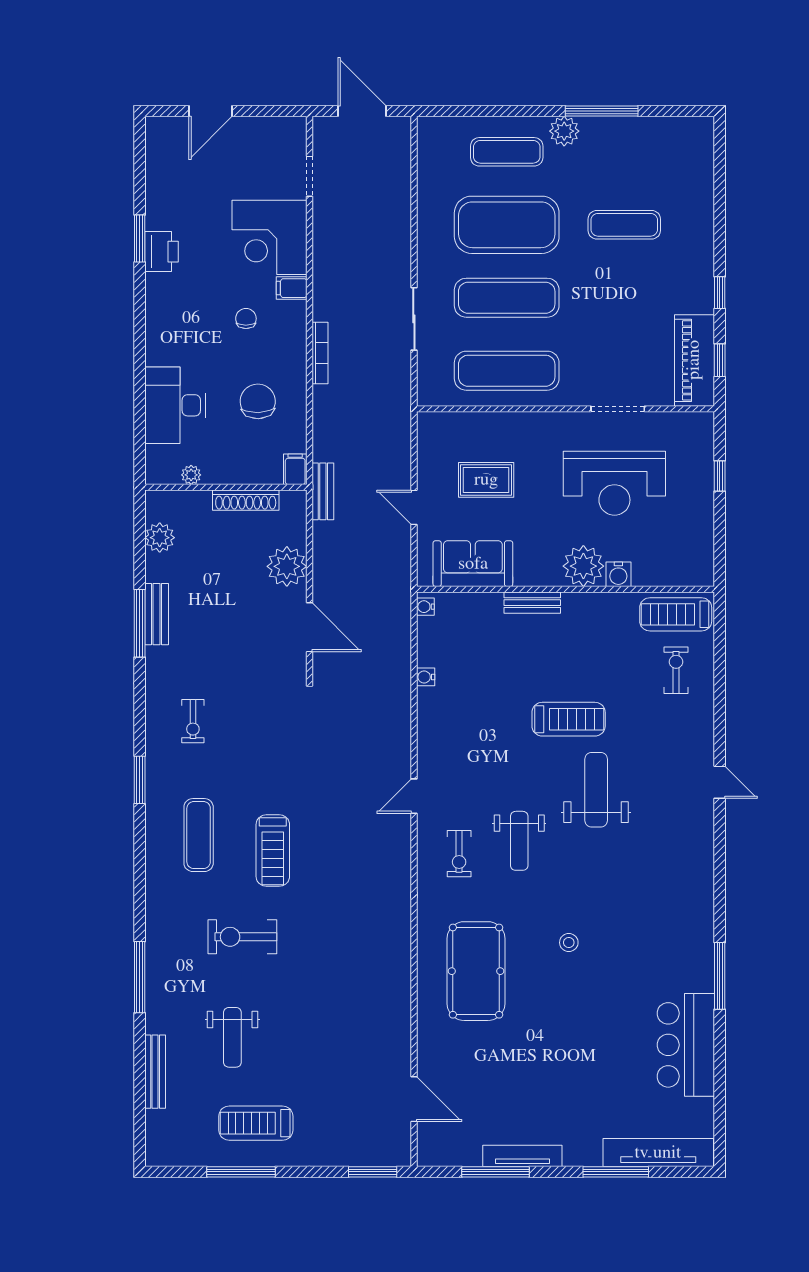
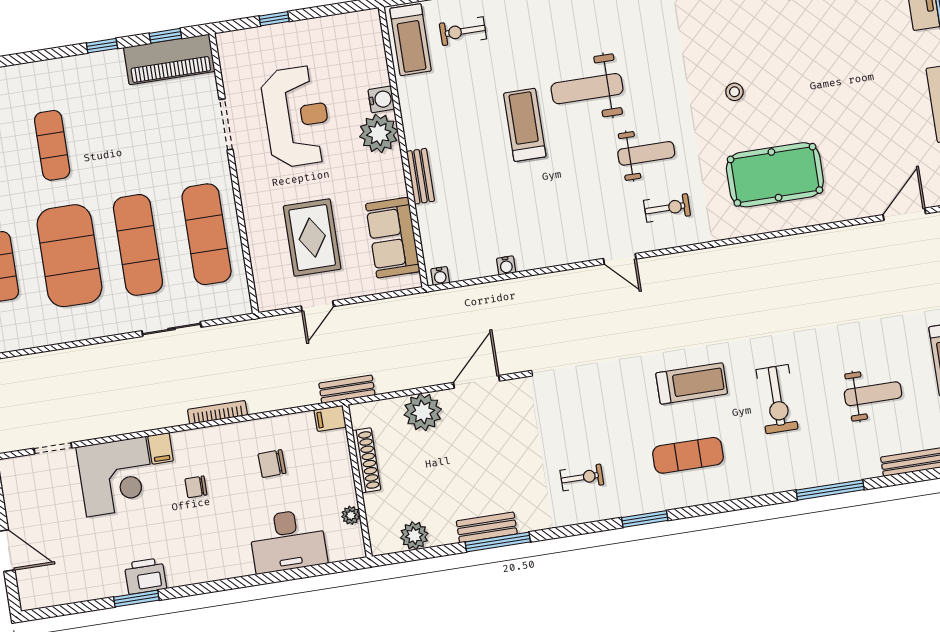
chair: (258, 401) -> (272, 464), width x0.73, depth x0.73
rug: (486, 480) -> (312, 238), width x1.36, depth x1.43
door: (414, 507) -> (317, 306), moved

